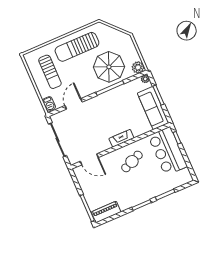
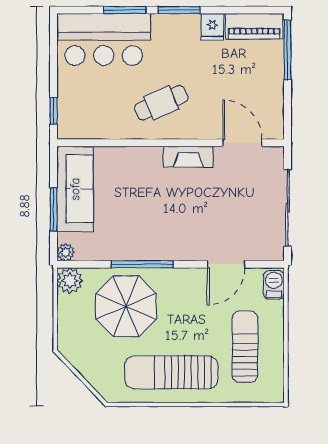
sun lounger: (77, 47) -> (171, 372), turned 180
fireplace: (121, 138) -> (188, 157), moved
bar counter: (168, 151) -> (104, 39), moved, turned 90
fridge: (124, 204) -> (212, 27), added

